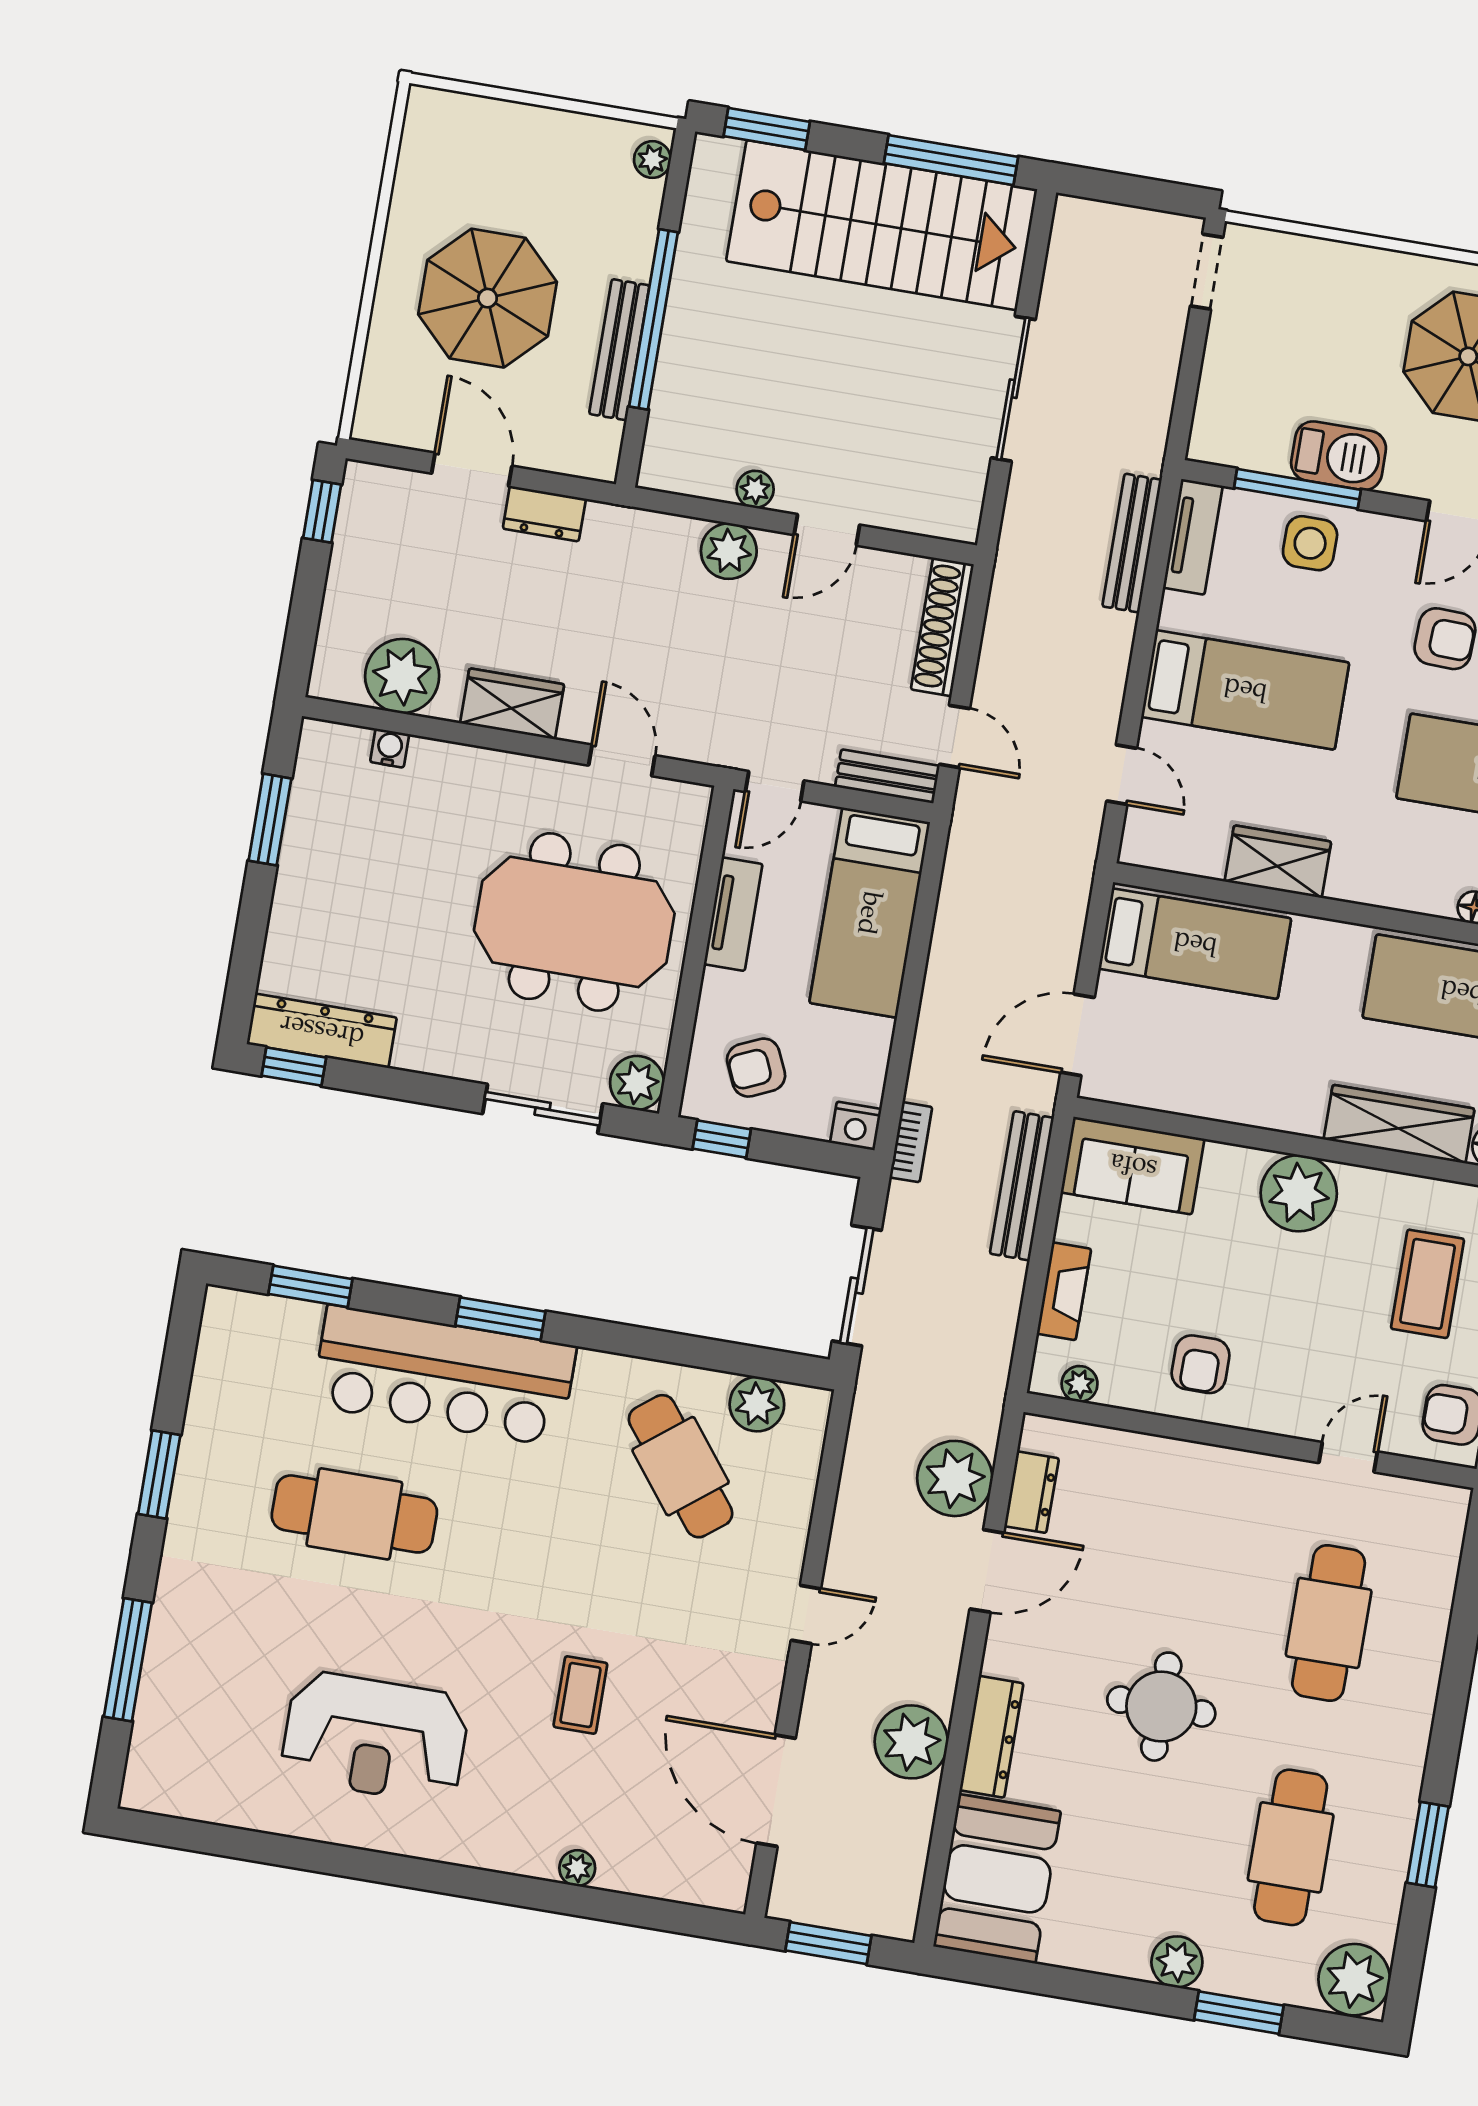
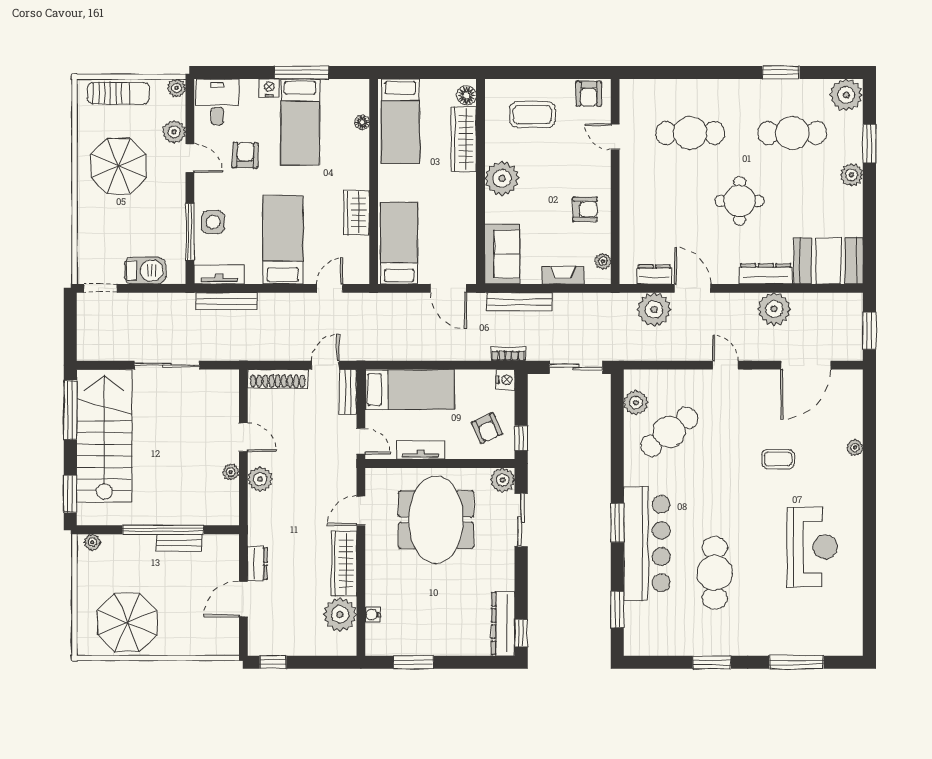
parasol: (488, 298) -> (127, 623), moved
bench: (619, 350) -> (179, 543), width x0.73
barbecue: (1339, 456) -> (145, 271), moved, turned 90
wardrobe: (512, 704) -> (344, 564), width x1.50

